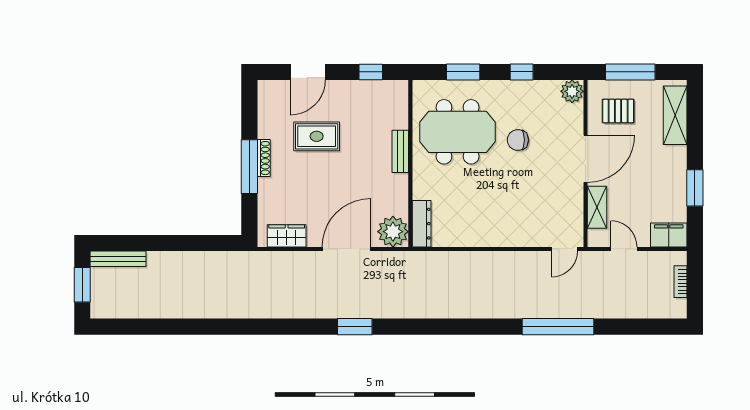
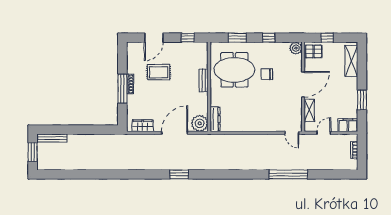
window: (630, 72) -> (327, 38), width x0.46
pallet: (618, 111) -> (314, 51), moved
door: (564, 249) -> (292, 133), hinge flipped
door: (624, 249) -> (324, 133), hinge flipped

